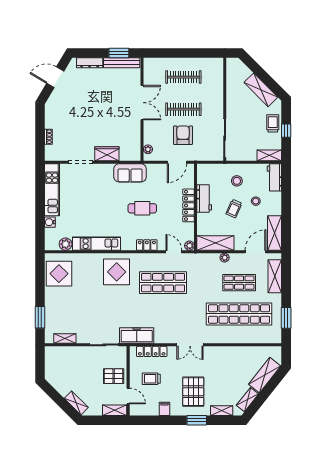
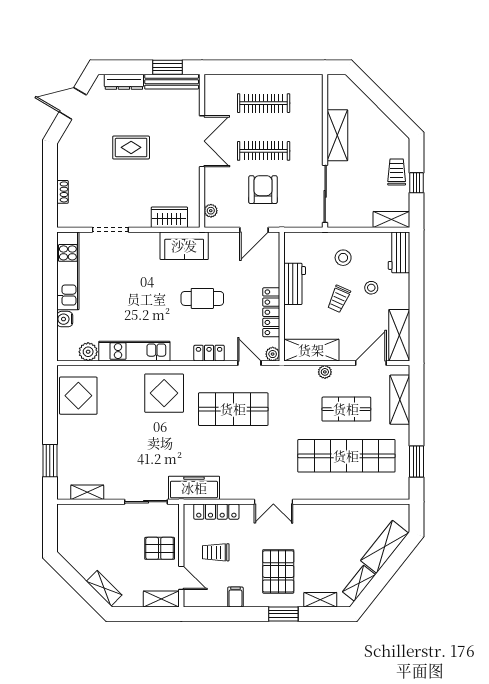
shelving: (261, 90) -> (337, 135), moved, turned 45
rug: (94, 107) -> (131, 147), added
wardrobe: (107, 154) -> (169, 217), moved
locker: (189, 205) -> (271, 312), moved

